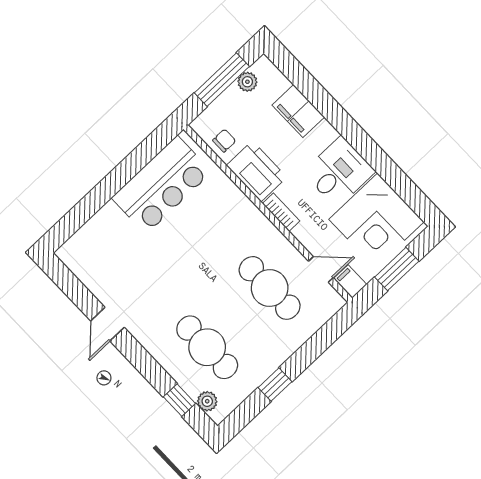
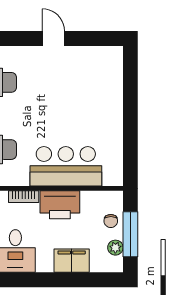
chair: (224, 141) -> (111, 221), moved
bar counter: (162, 185) -> (66, 166), moved, turned 90

